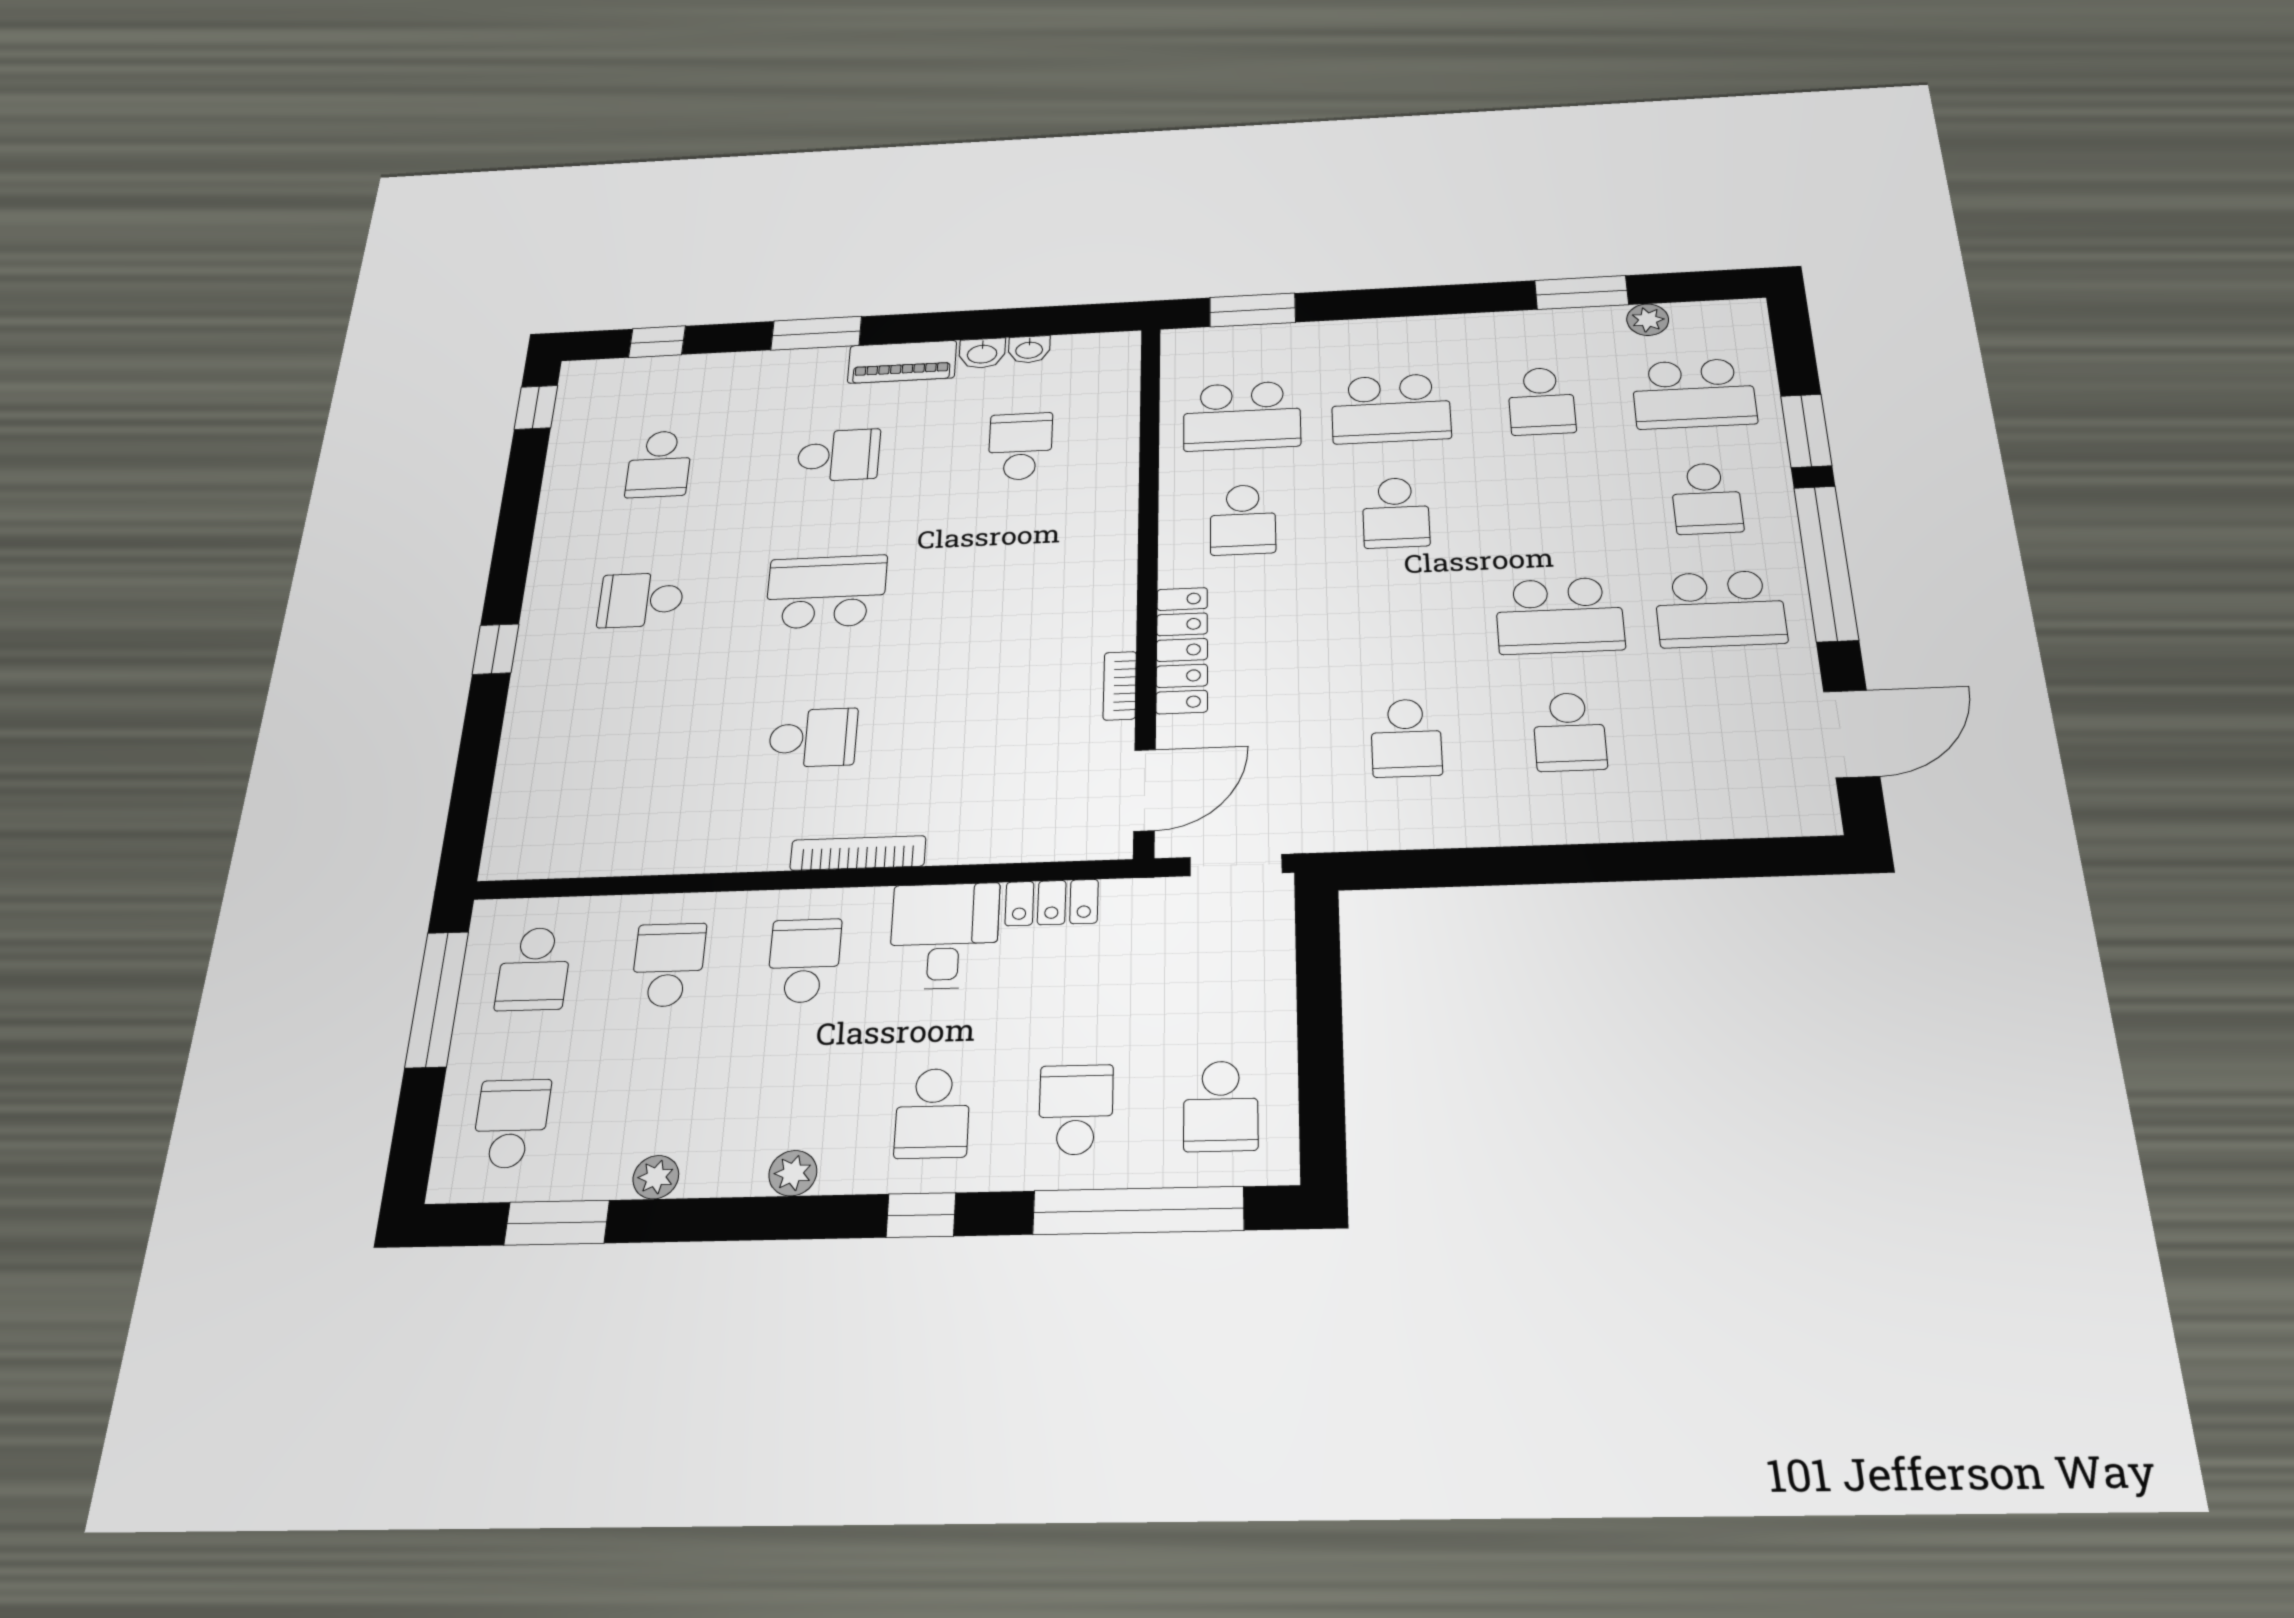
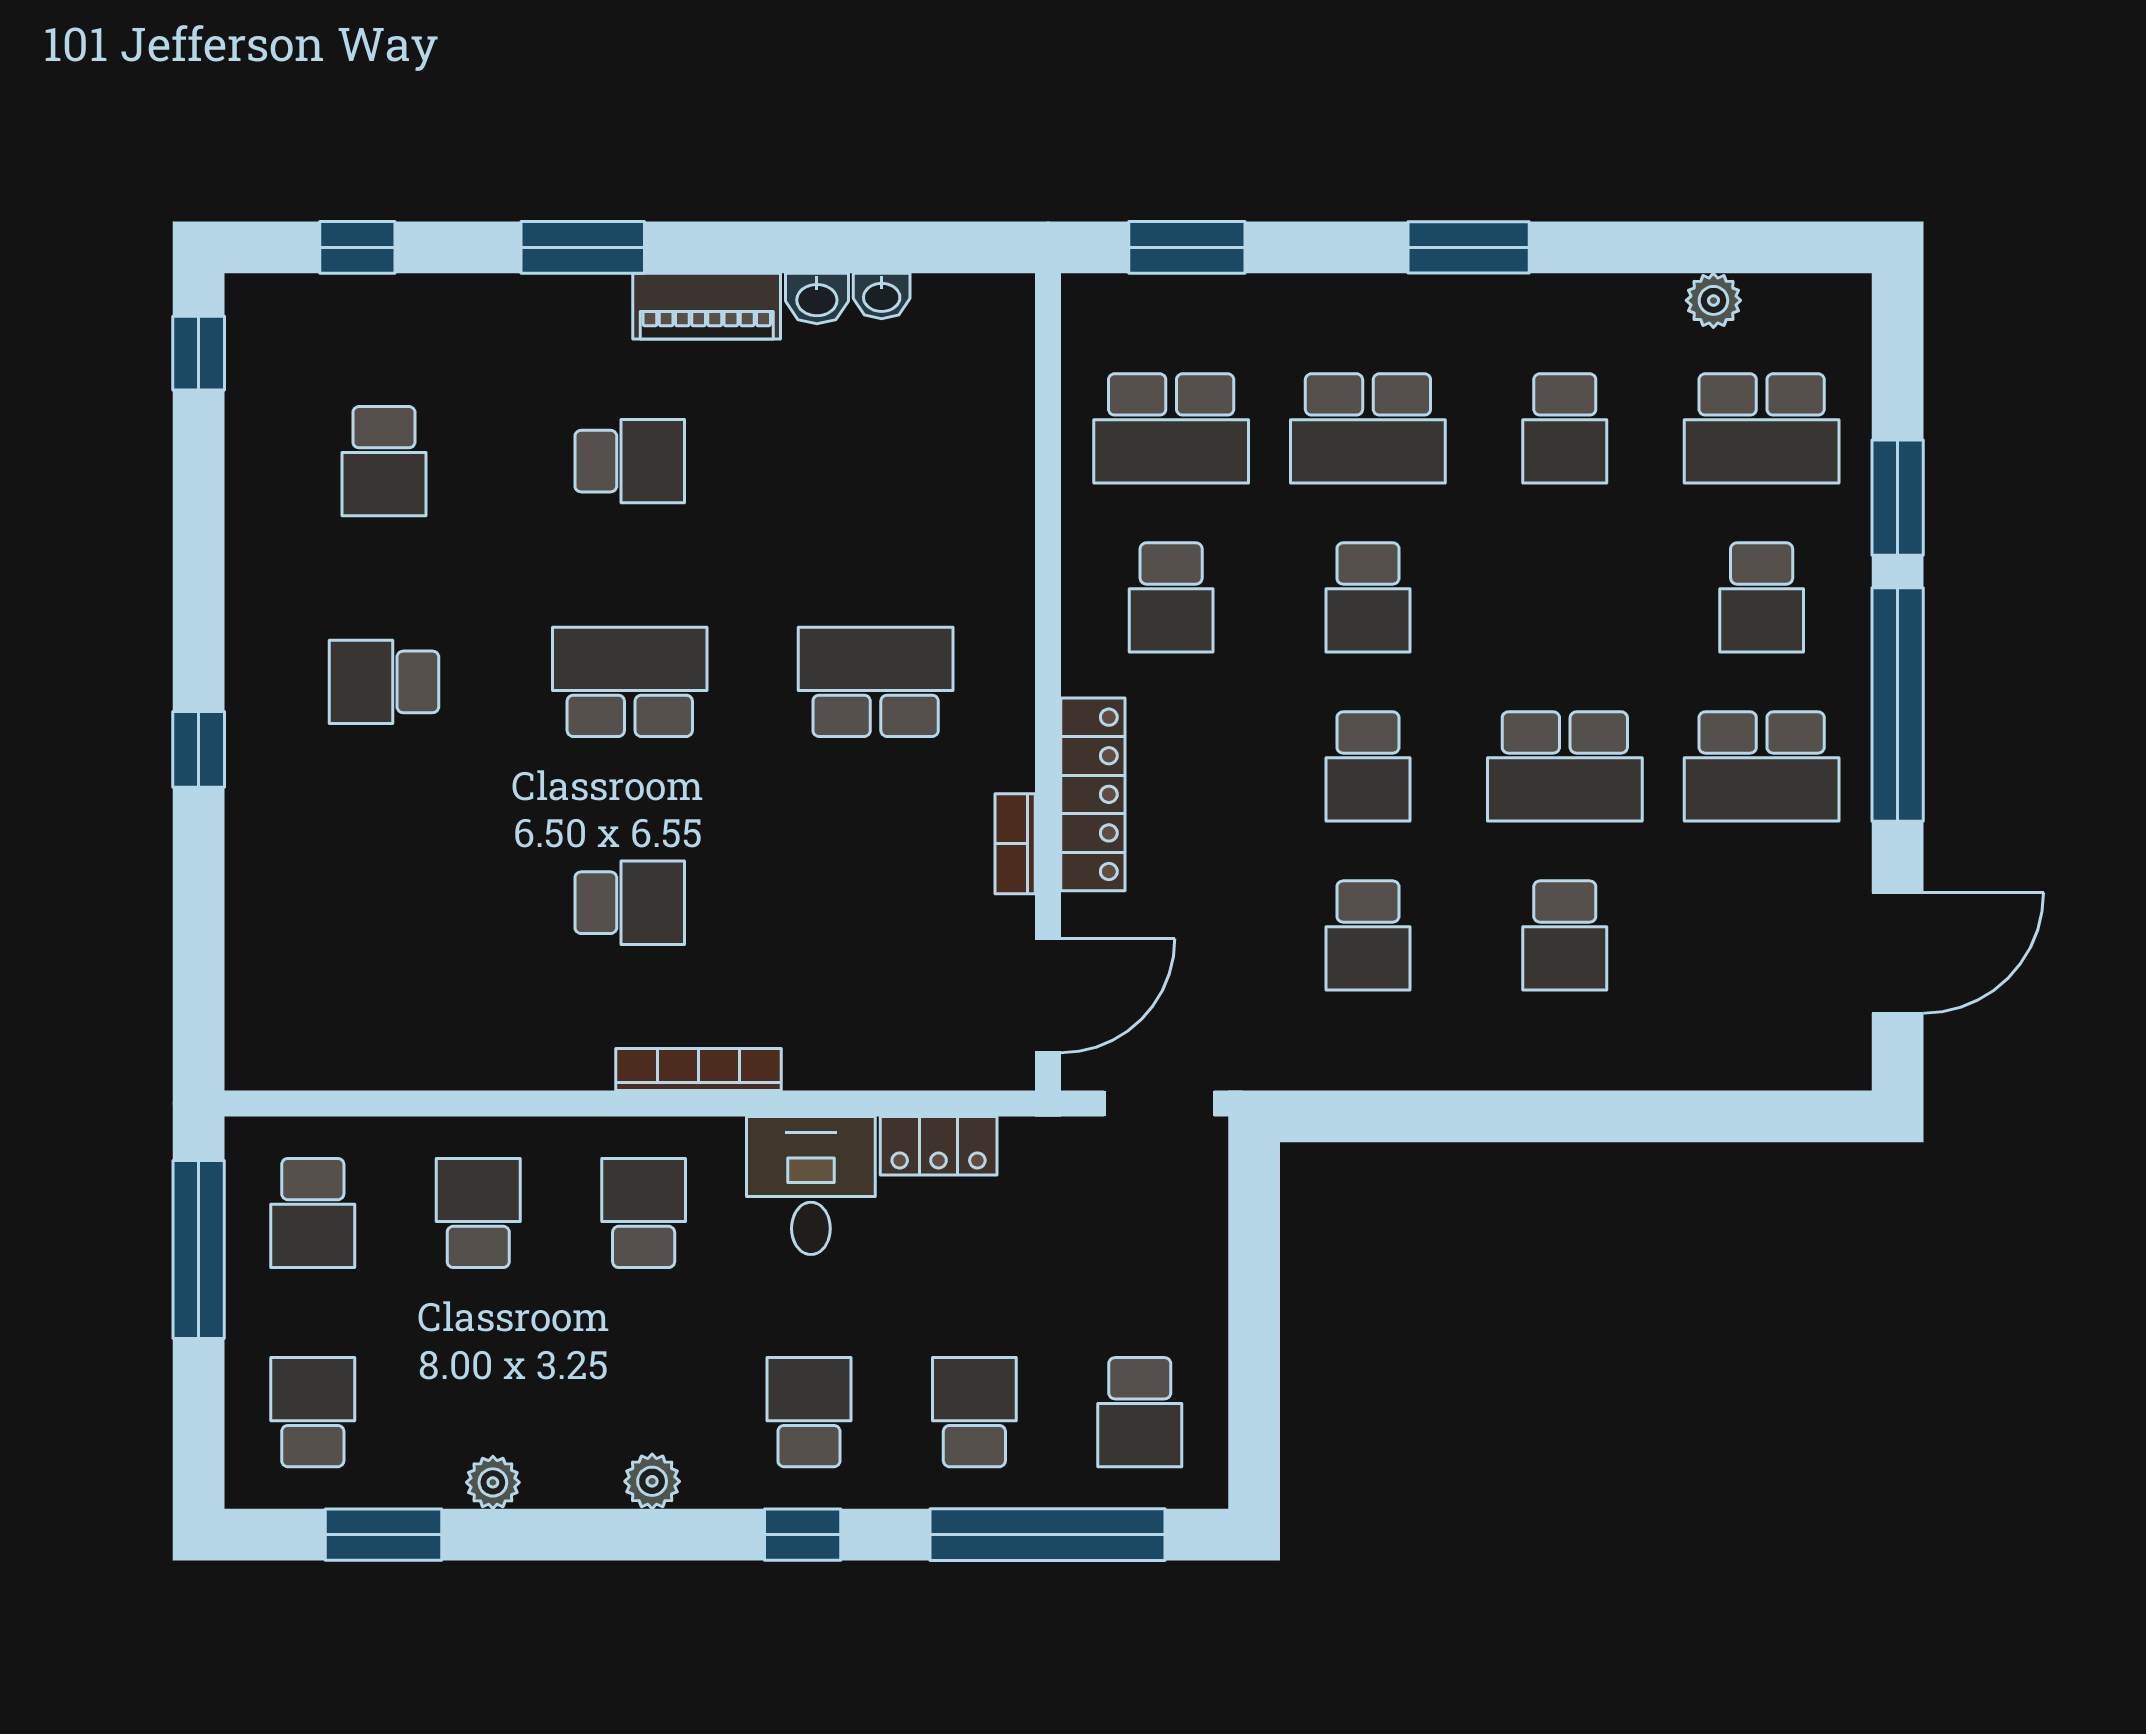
window: (1582, 292) -> (1469, 247), moved
school desk: (1020, 446) -> (876, 682), moved, width x1.85
school desk: (1401, 622) -> (1368, 766), added
school desk: (932, 1113) -> (809, 1412), turned 180

